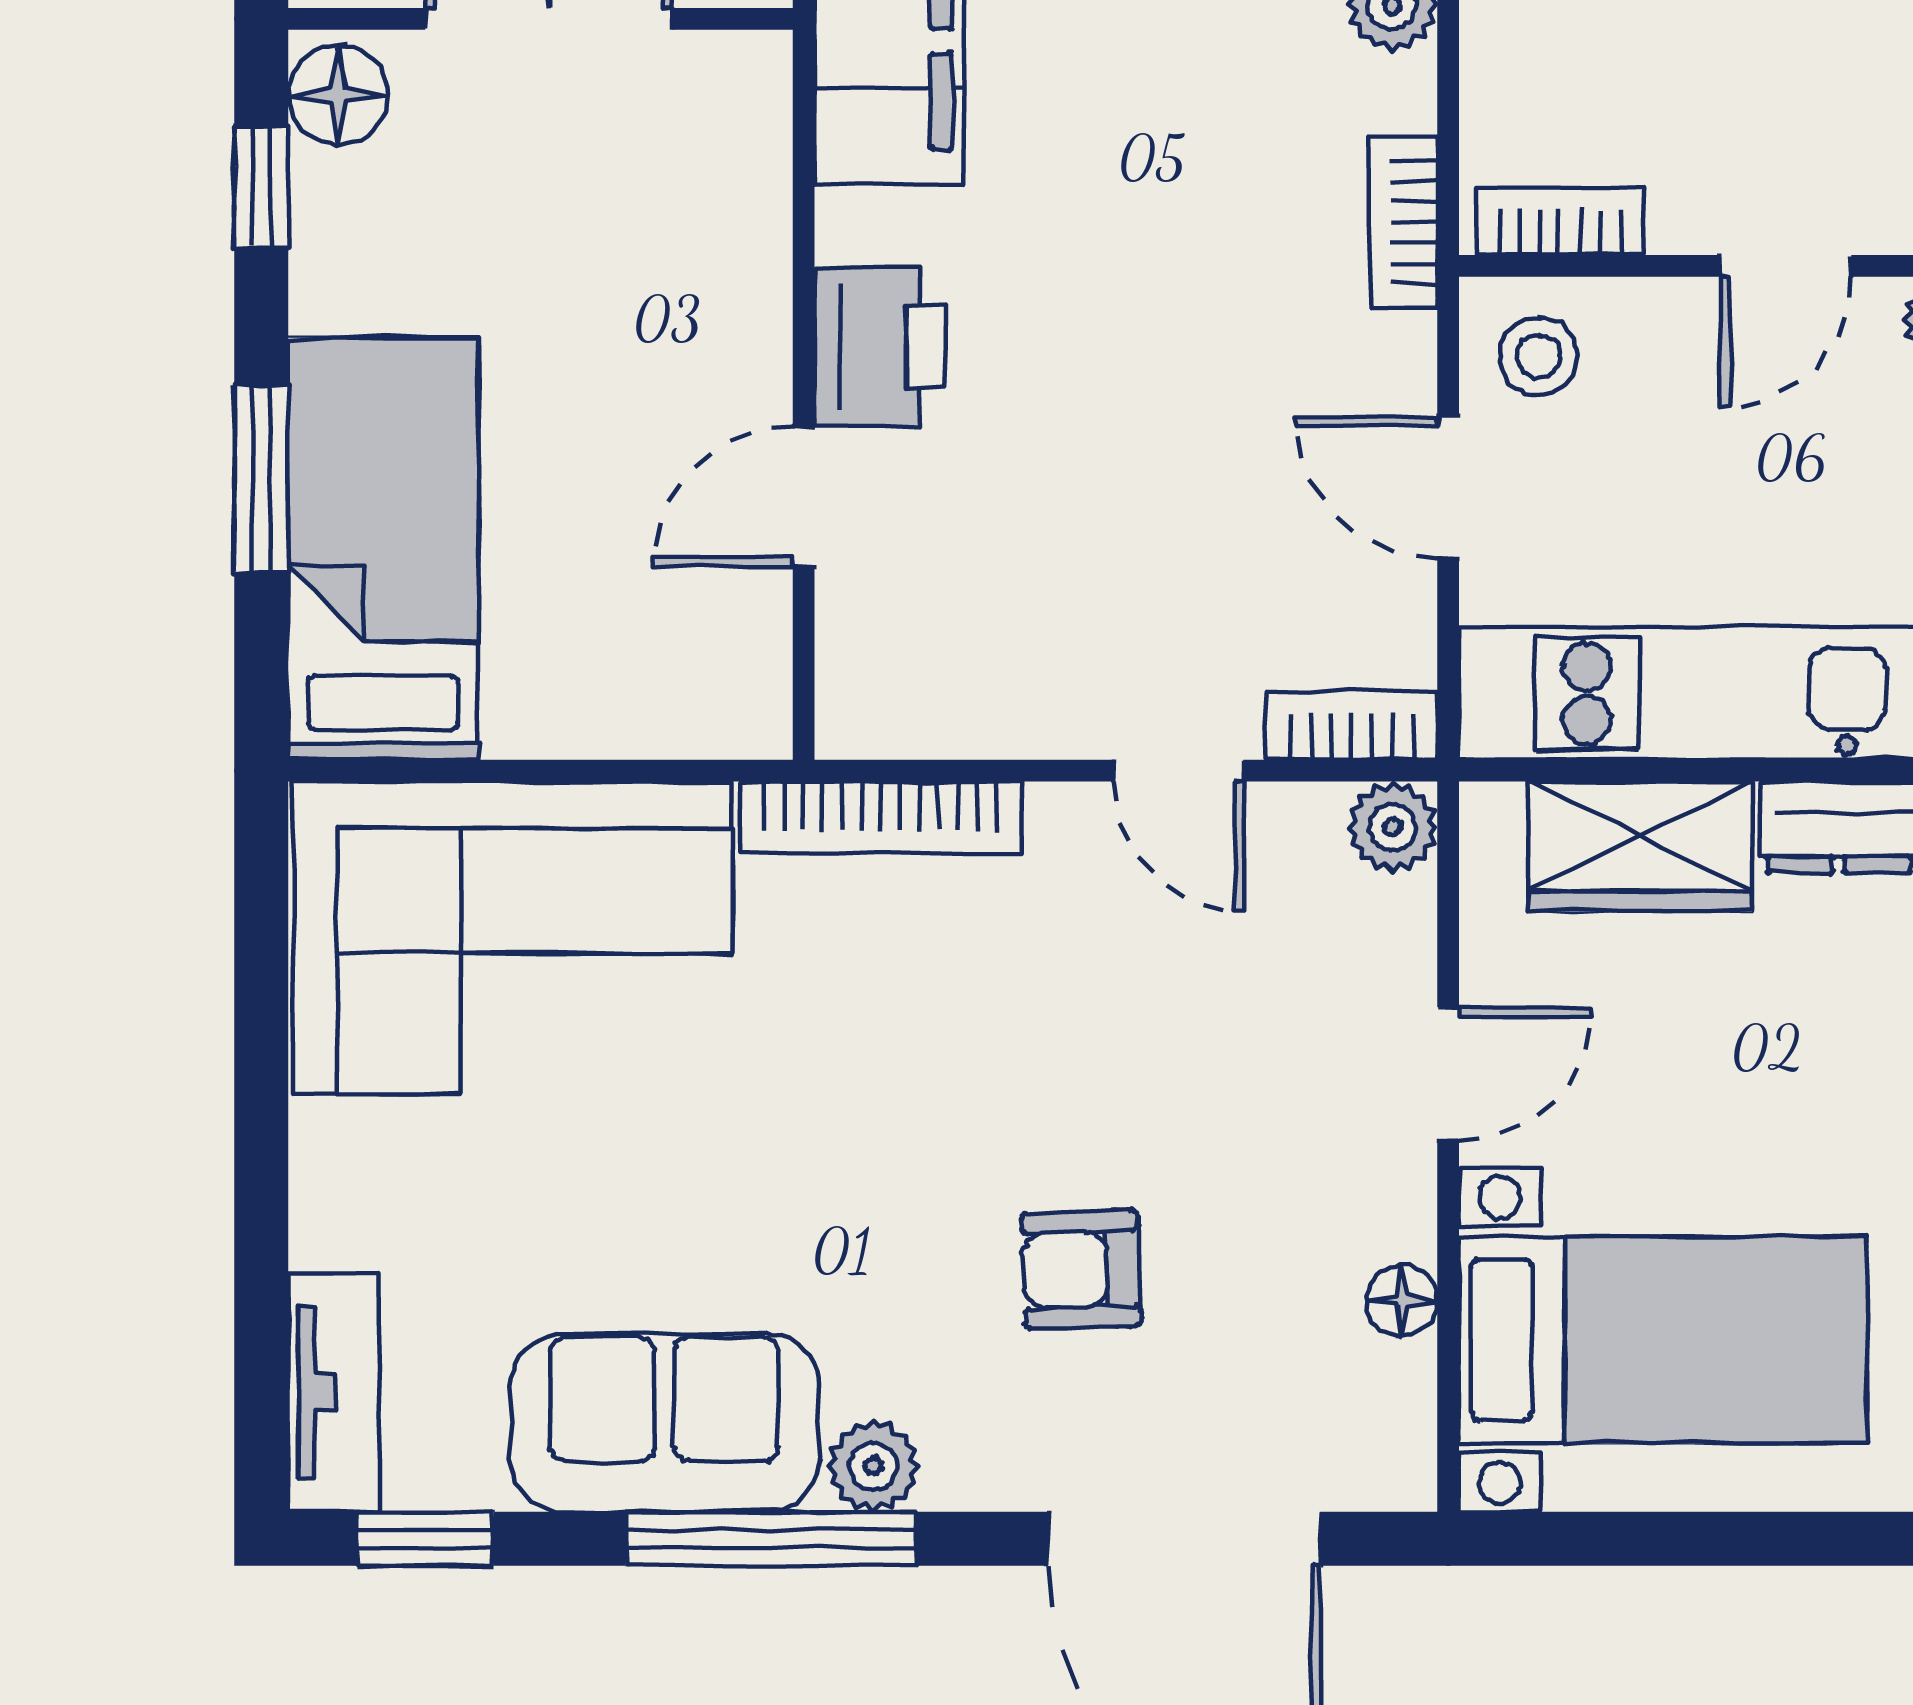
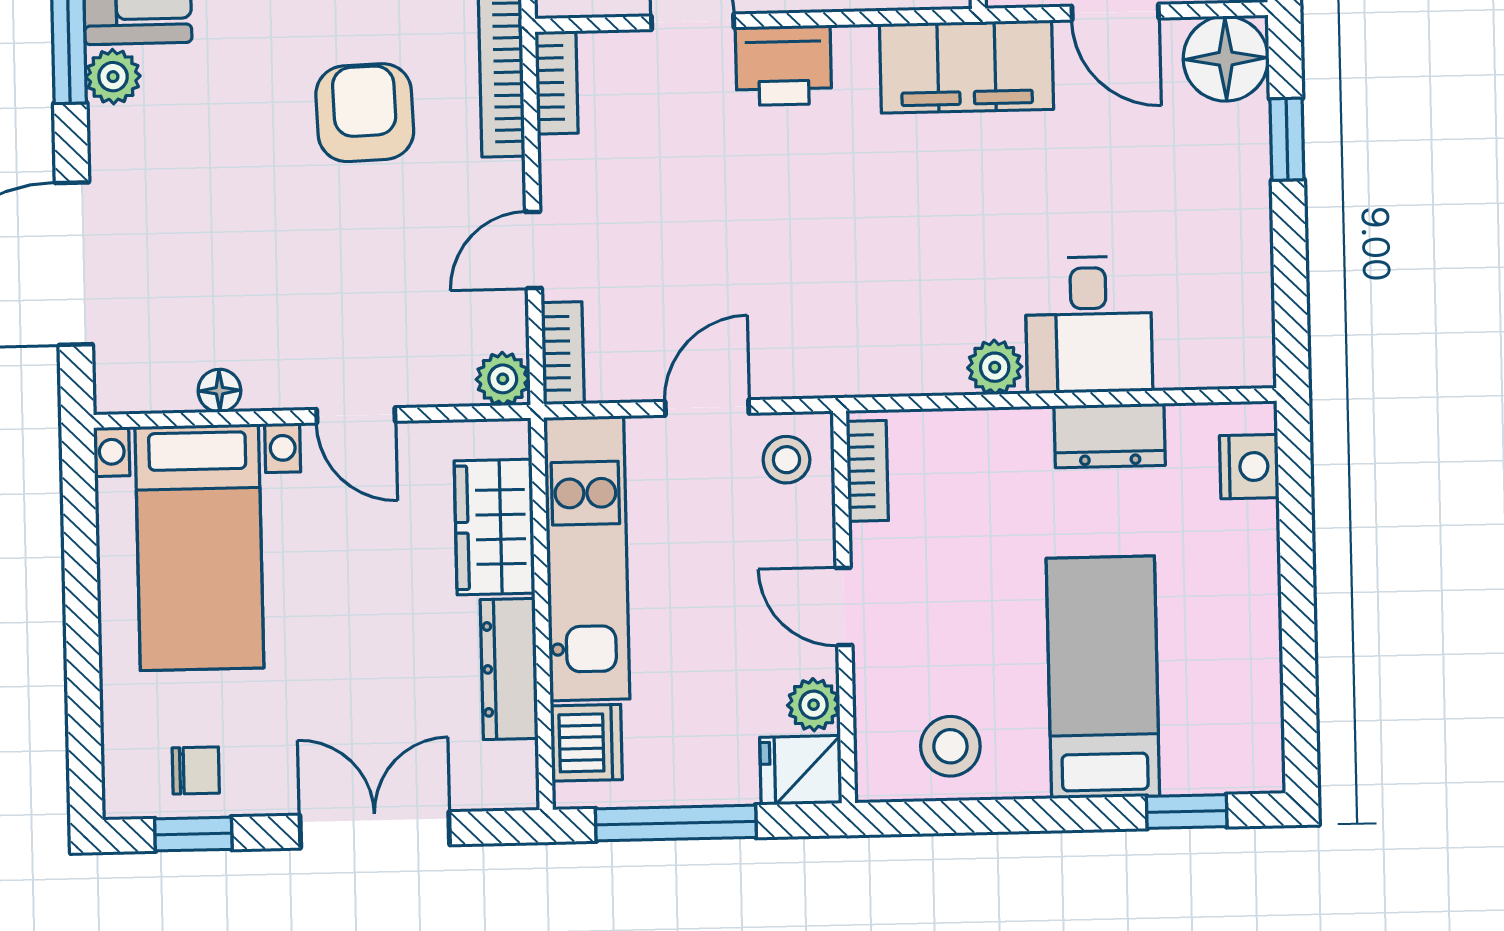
bookcase: (1403, 222) -> (557, 82), moved, turned 90
armchair: (1081, 1269) -> (365, 113), moved, width x1.38, depth x1.38

